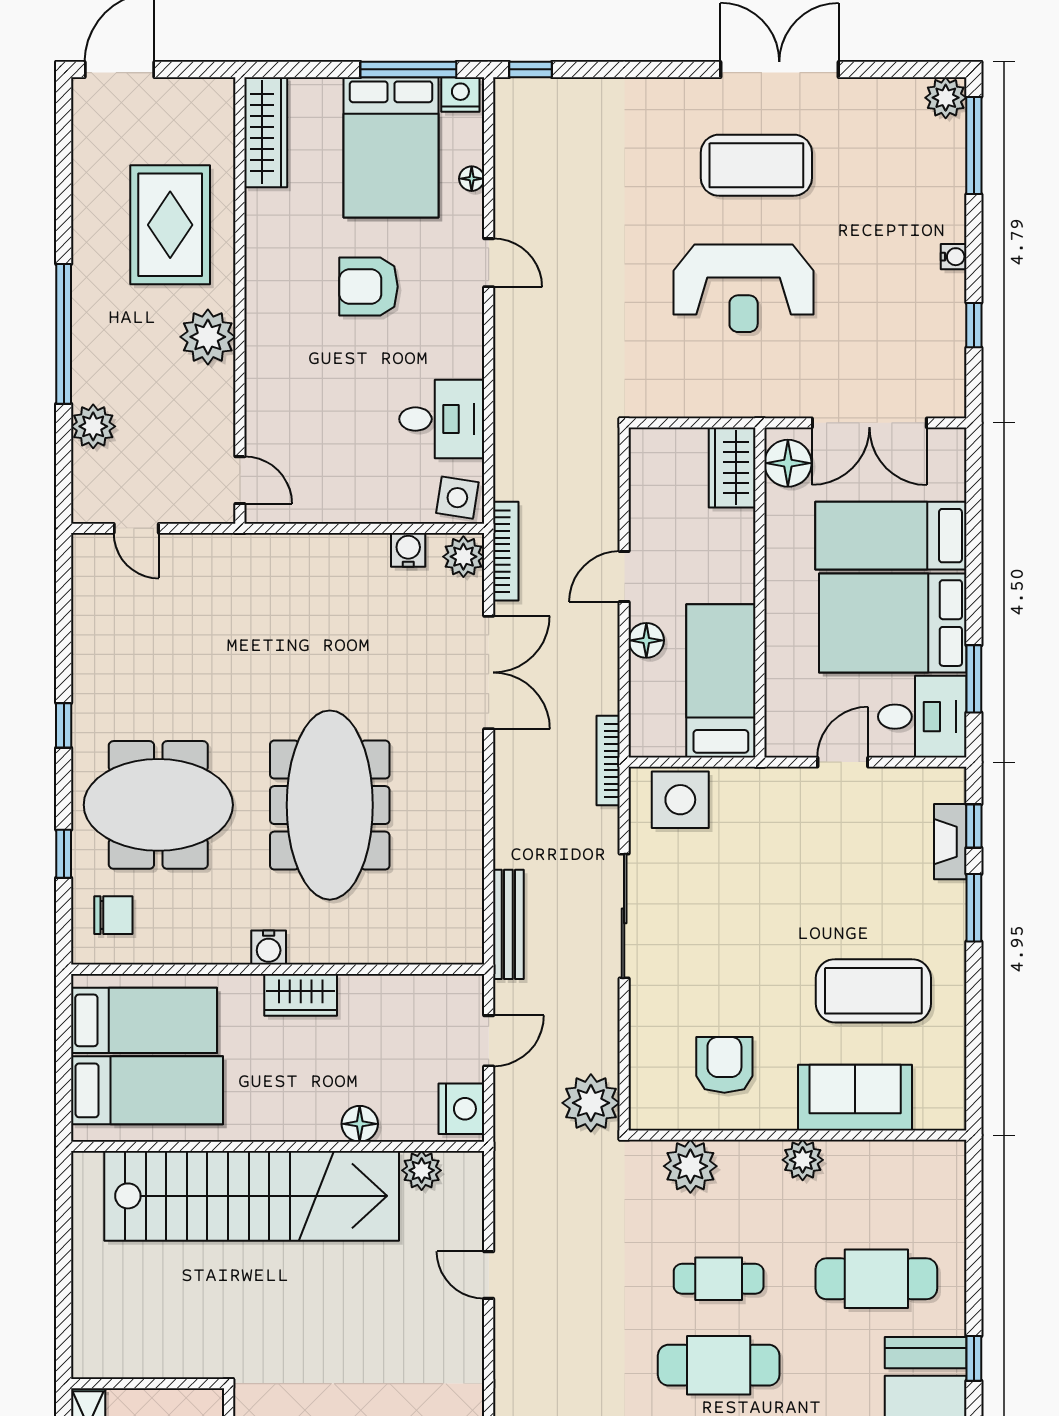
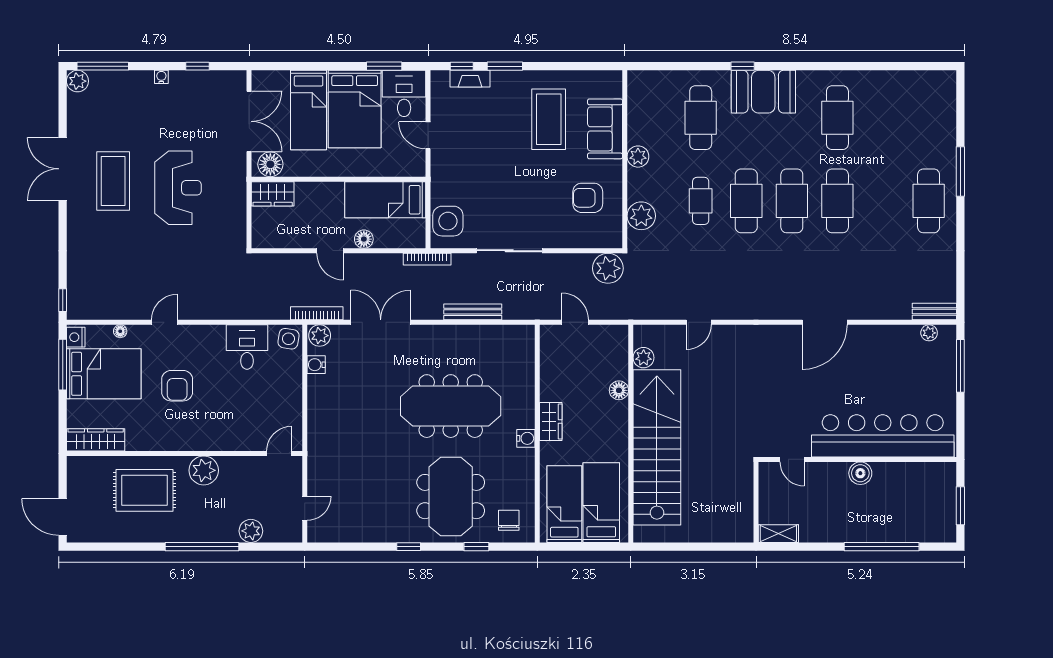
bench: (508, 924) -> (473, 312), moved
nightstand: (461, 1109) -> (611, 337), removed

